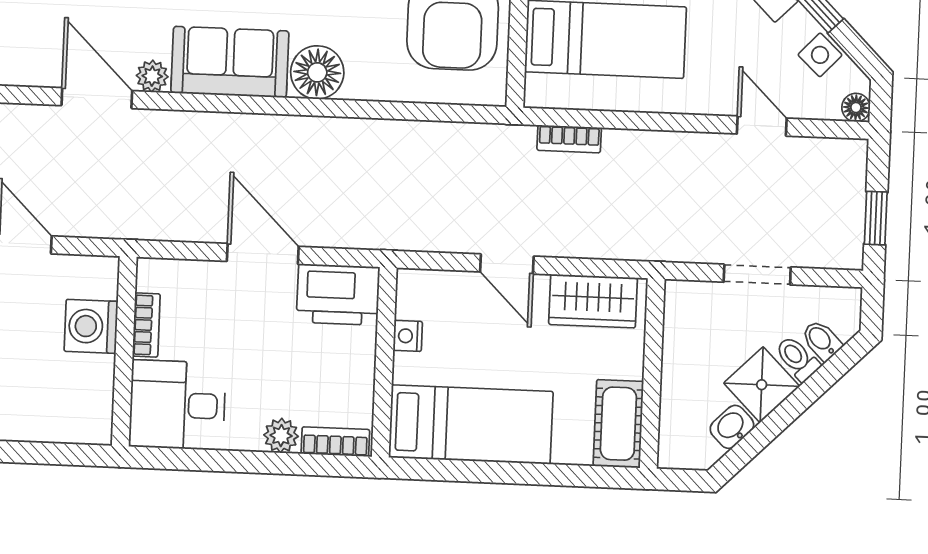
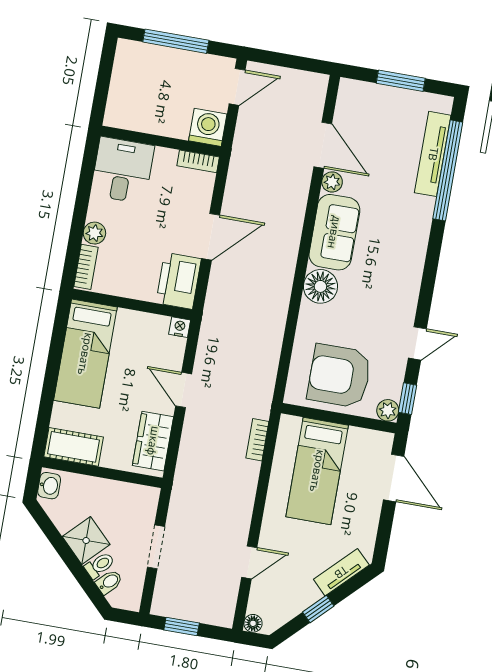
side table: (820, 55) -> (289, 605), removed
door: (97, 98) -> (323, 145), hinge flipped
door: (507, 264) -> (184, 390), hinge flipped
bookcase: (146, 325) -> (198, 161), moved
washing machine: (91, 326) -> (208, 127), moved
nightstand: (408, 336) -> (180, 327), moved
washbasin: (732, 427) -> (49, 486), moved, turned 45

